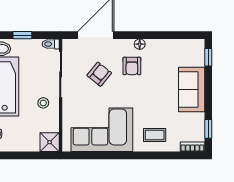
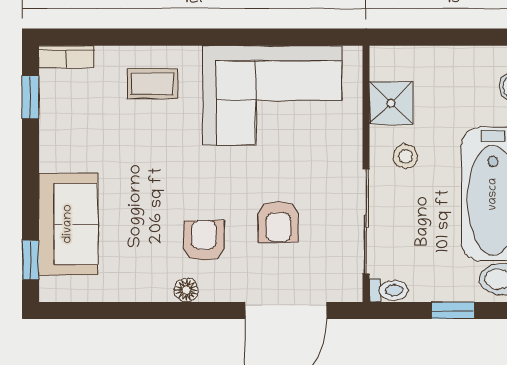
armchair: (99, 74) -> (278, 222), turned -39
sofa: (192, 90) -> (68, 224), moved
shower: (50, 142) -> (391, 103), moved

